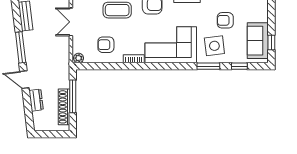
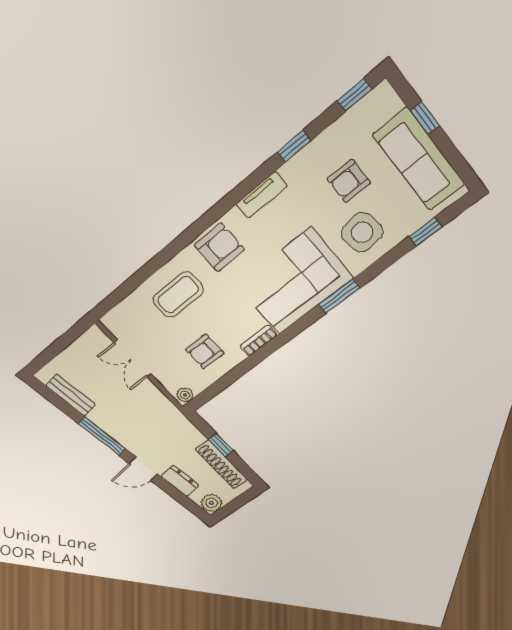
sofa: (258, 41) -> (419, 160), width x1.36
window: (271, 43) -> (425, 118), moved
window: (208, 66) -> (339, 296), moved
window: (73, 96) -> (221, 445), width x0.46
plant: (41, 124) -> (212, 503), added

